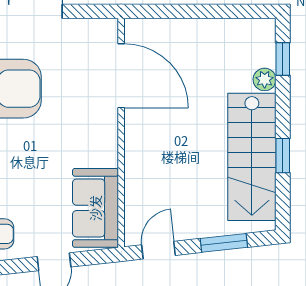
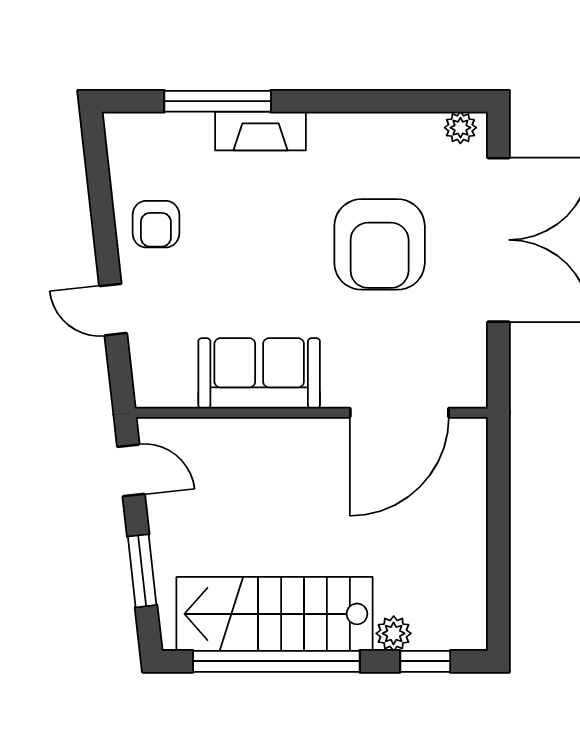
window: (283, 156) -> (276, 661), width x3.17
sofa: (95, 208) -> (259, 373), moved

